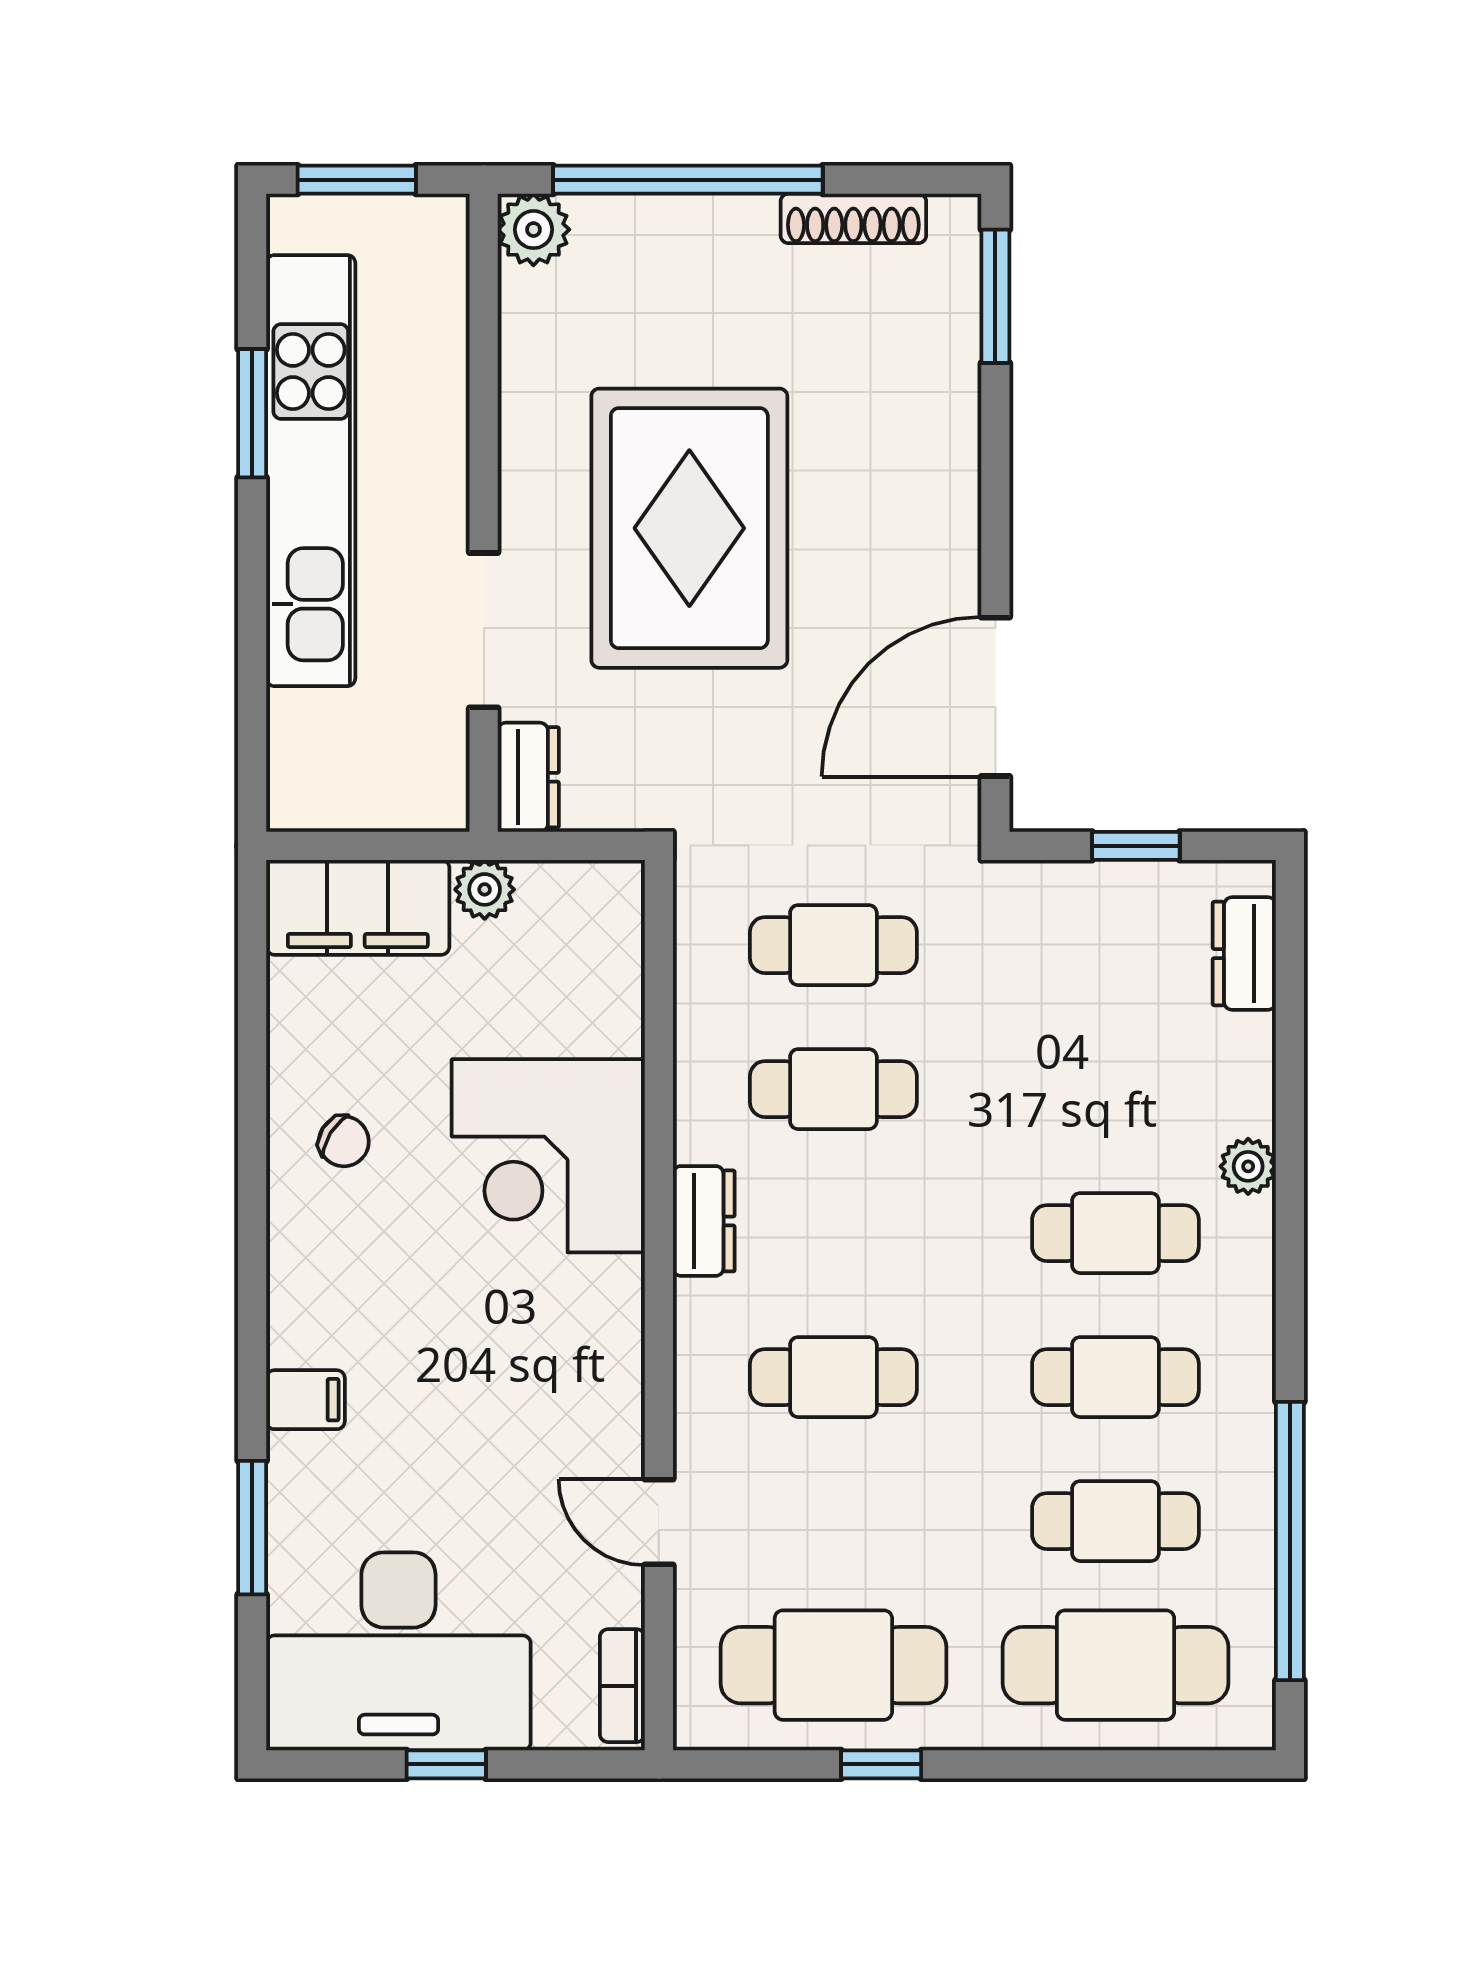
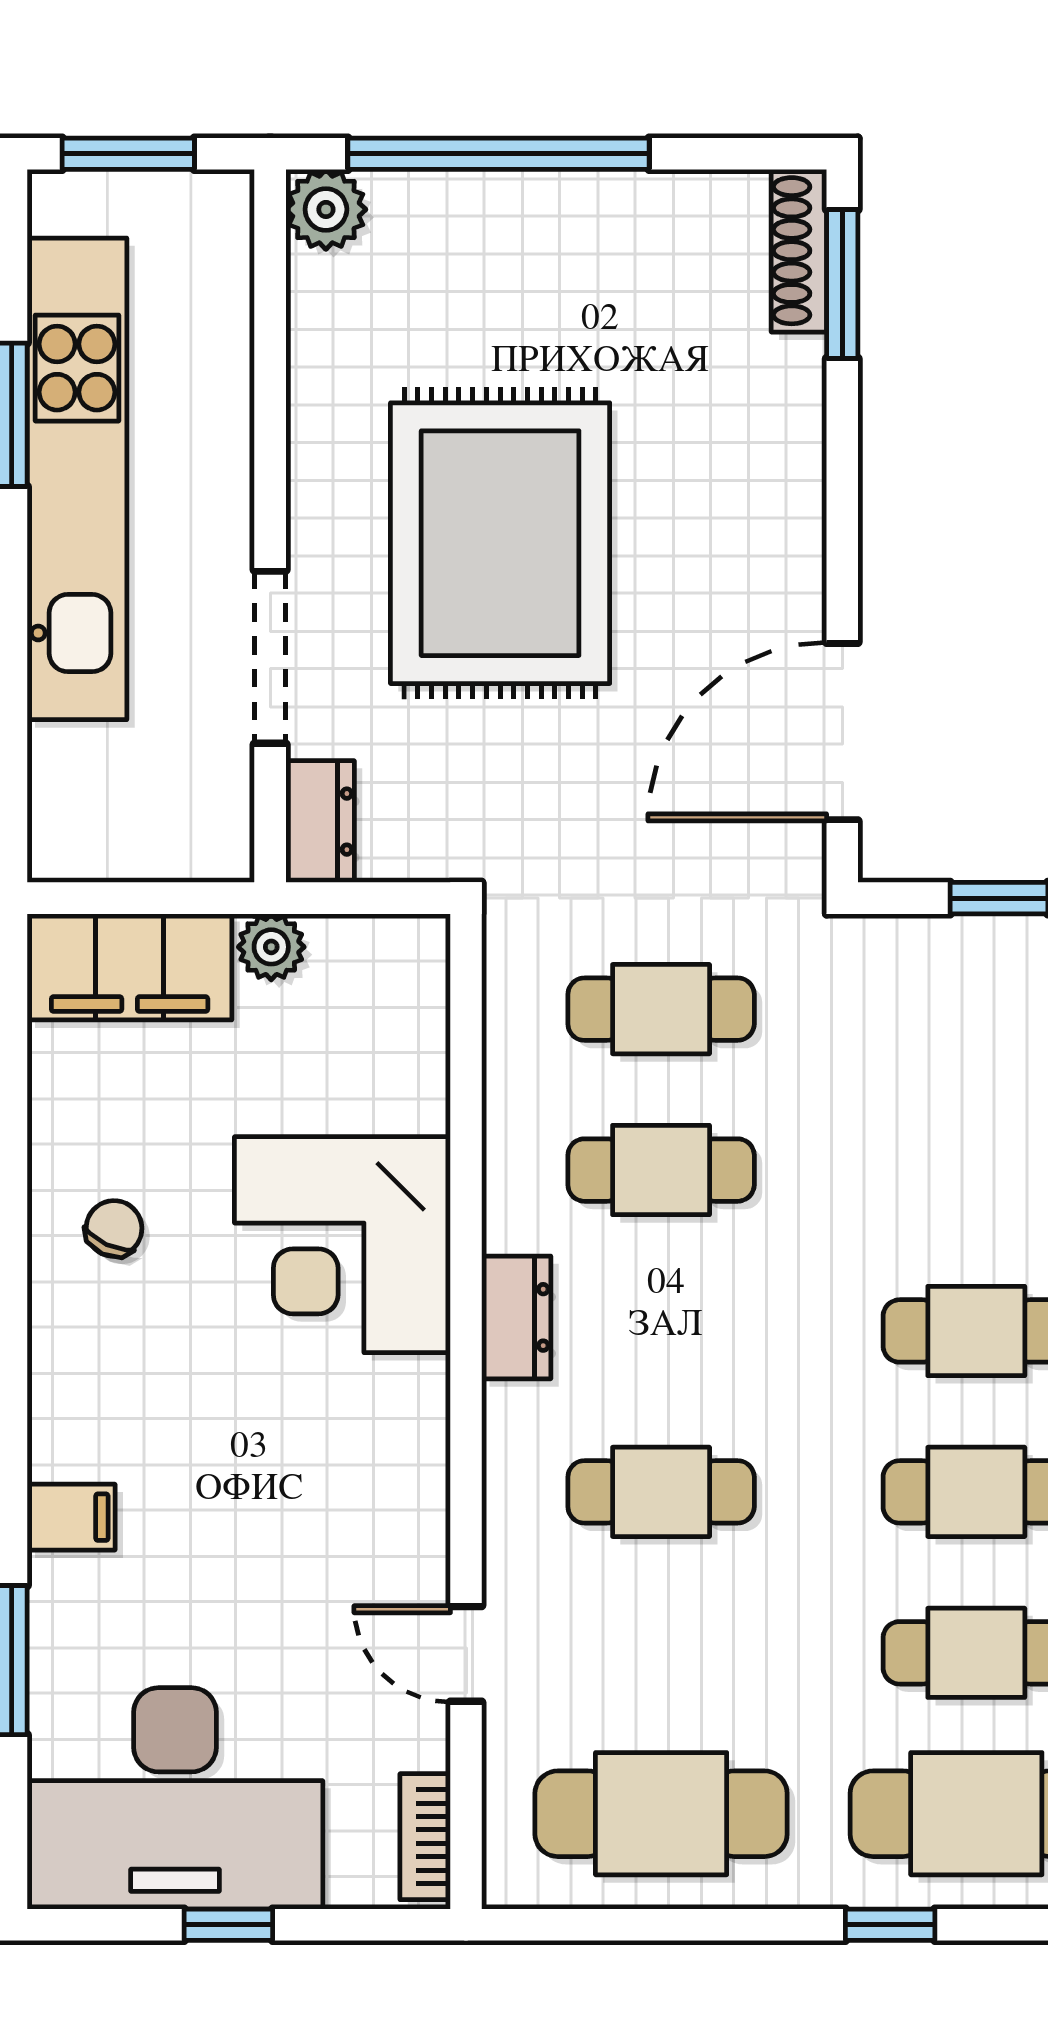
shoe rack: (853, 218) -> (799, 251), moved, turned 90
chair: (344, 1141) -> (114, 1228), turned -97
window: (881, 1764) -> (890, 1925), moved

